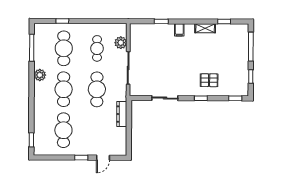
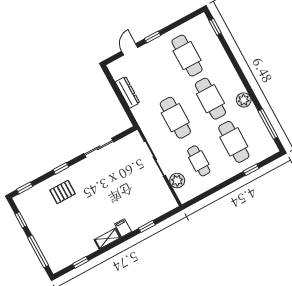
shelving: (205, 28) -> (107, 239), moved
dresser: (122, 114) -> (128, 92), moved

